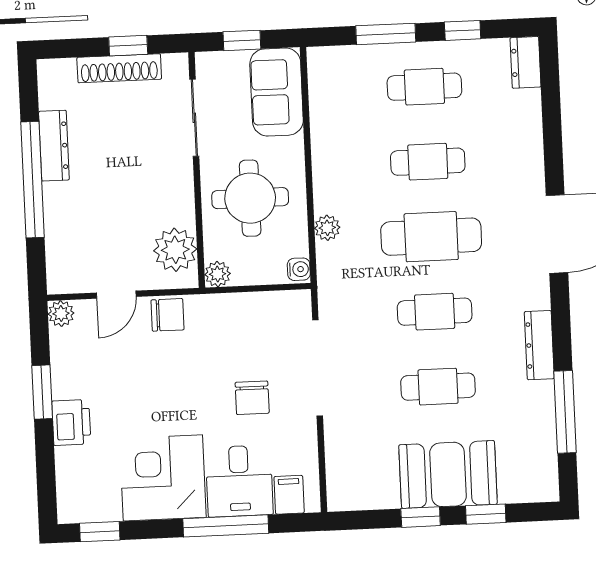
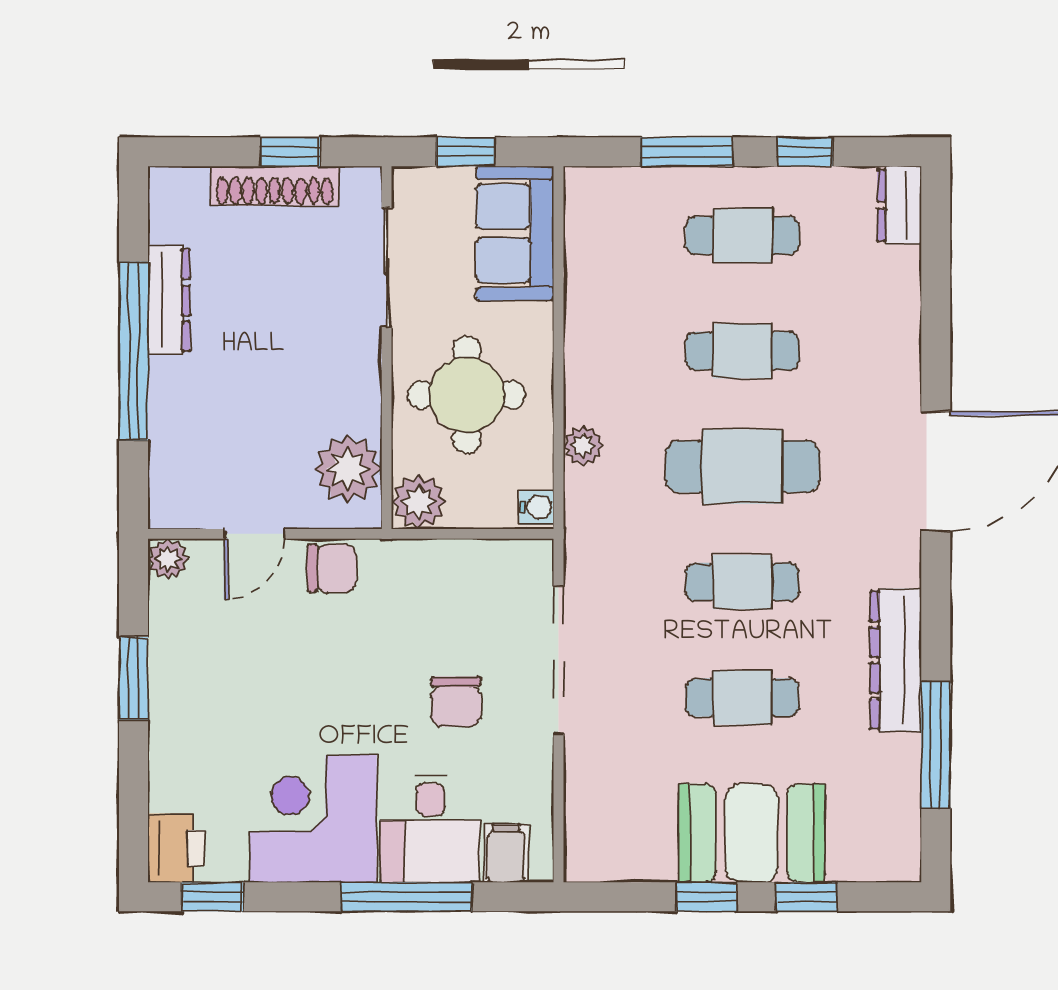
plant: (218, 274) -> (419, 502), width x1.38, depth x1.38
dresser: (539, 345) -> (896, 660), width x1.37, depth x1.24
printer: (71, 422) -> (176, 848), moved

